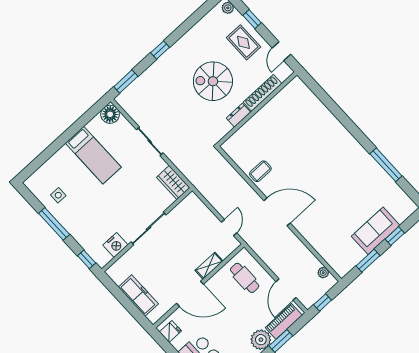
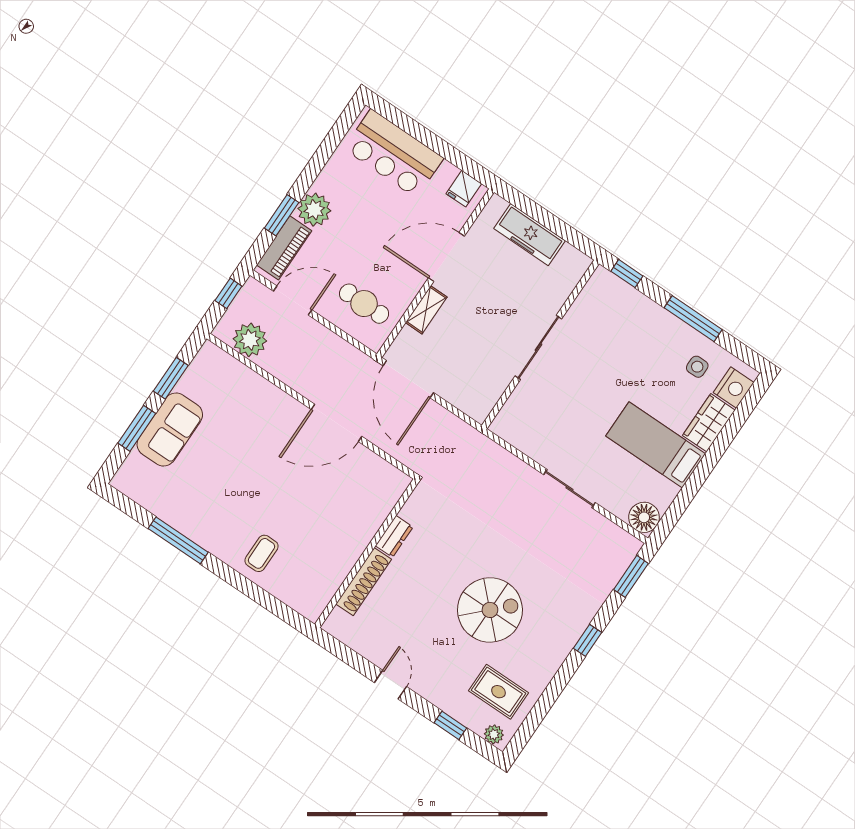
rug: (243, 42) -> (498, 692), moved
shoe rack: (263, 93) -> (364, 582), moved
wall: (257, 109) -> (367, 553), moved
dresser: (238, 115) -> (394, 536), moved
coffee table: (260, 171) -> (261, 553), moved
wardrobe: (173, 183) -> (709, 423), moved, turned -90
door: (229, 228) -> (408, 379), width x1.87
window: (395, 236) -> (137, 428), width x1.50
nightstand: (115, 245) -> (734, 388), moved, turned 180
plant: (323, 273) -> (250, 340), width x1.88, depth x1.88
door: (286, 290) -> (293, 300), hinge flipped

